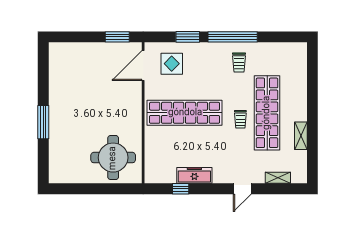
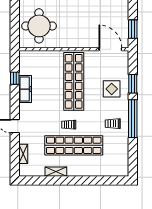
display table: (172, 64) -> (112, 89), moved

